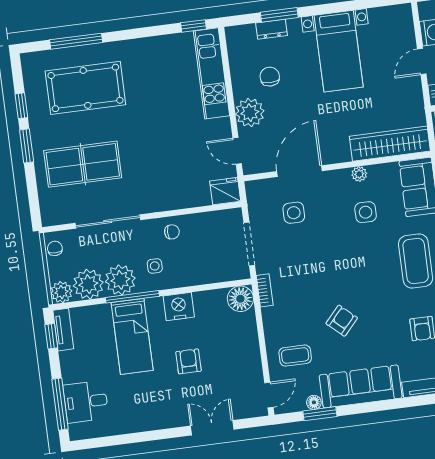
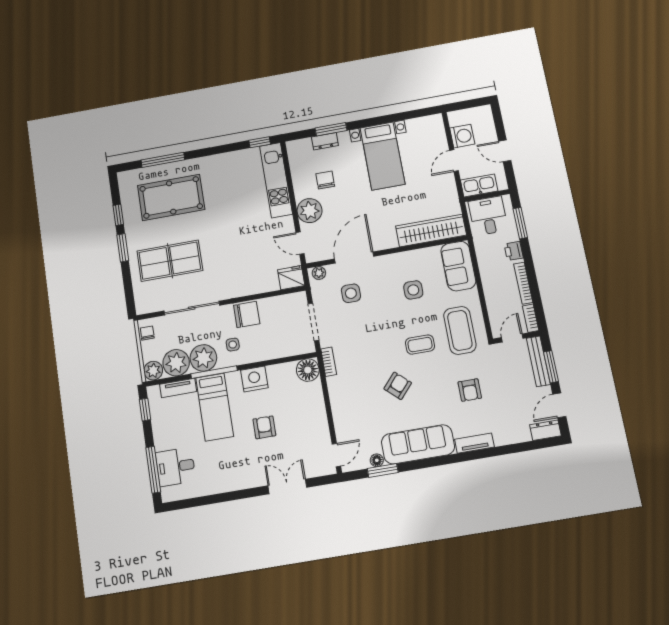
plant: (359, 174) -> (319, 273), moved
chair: (172, 232) -> (247, 315), width x1.87, depth x1.87
tv unit: (63, 330) -> (178, 388), moved, turned 90
coffee table: (295, 356) -> (420, 345), moved

